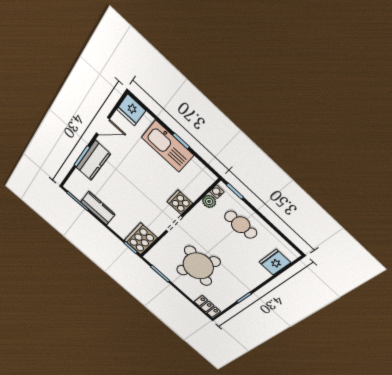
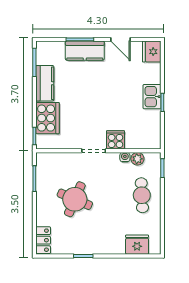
kitchen sink: (168, 146) -> (152, 97), width x0.53, depth x0.81
water cooler: (217, 192) -> (125, 157), moved
cooker: (141, 239) -> (48, 118), moved, turned 90
round table: (198, 266) -> (75, 199), width x0.73, depth x0.73

